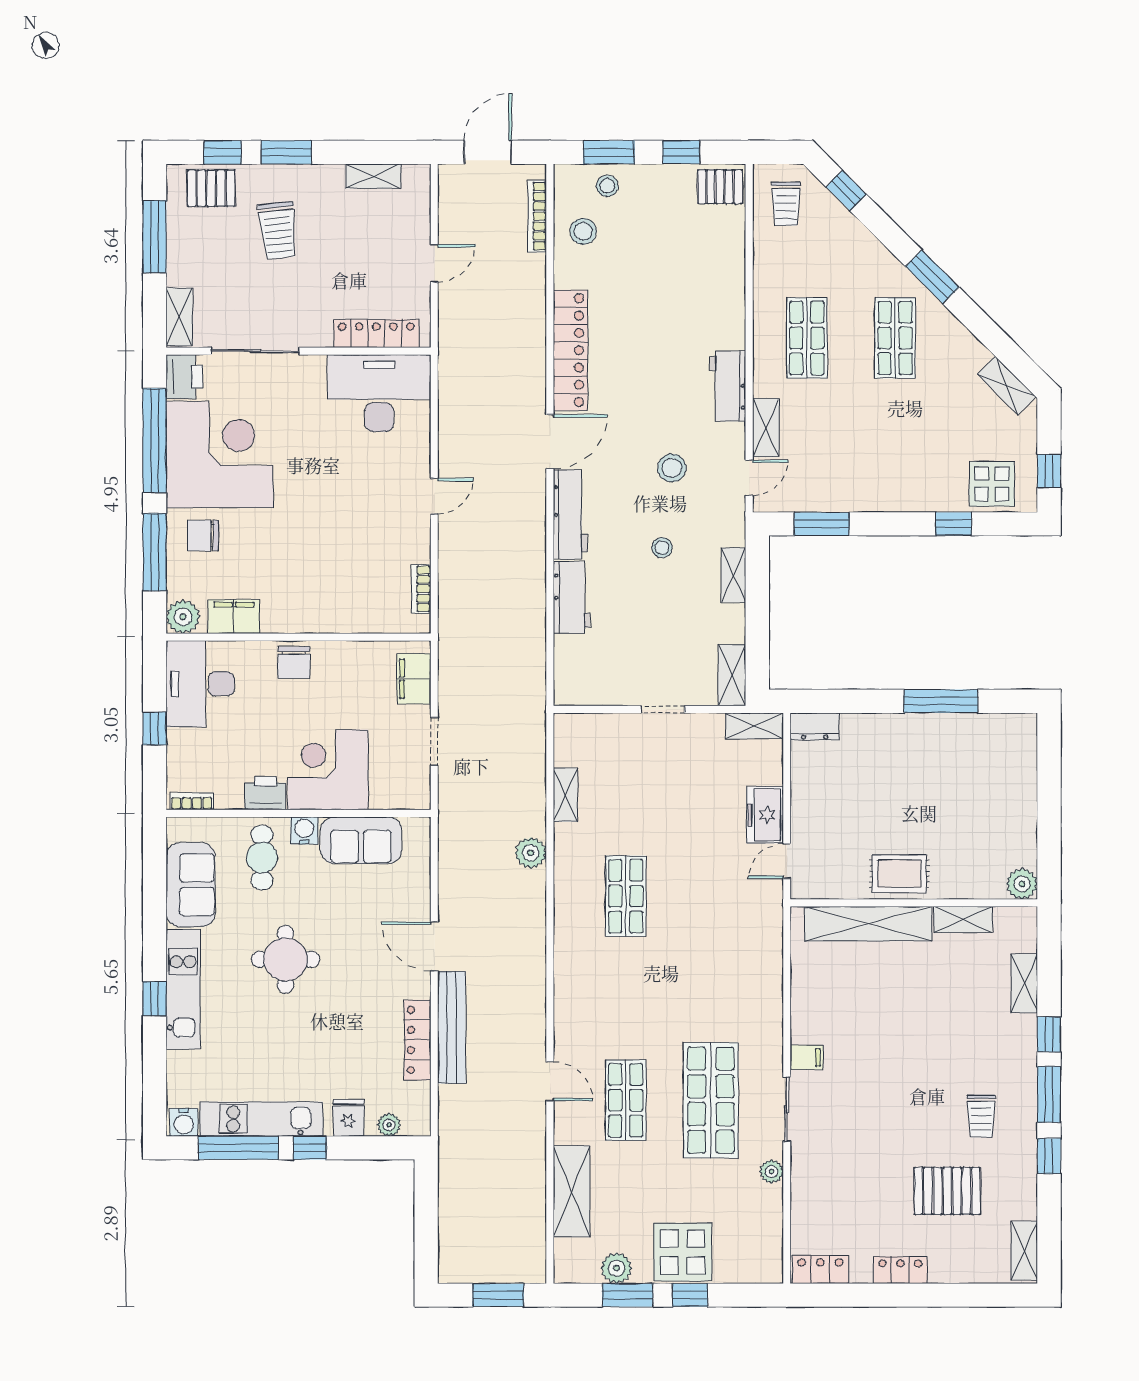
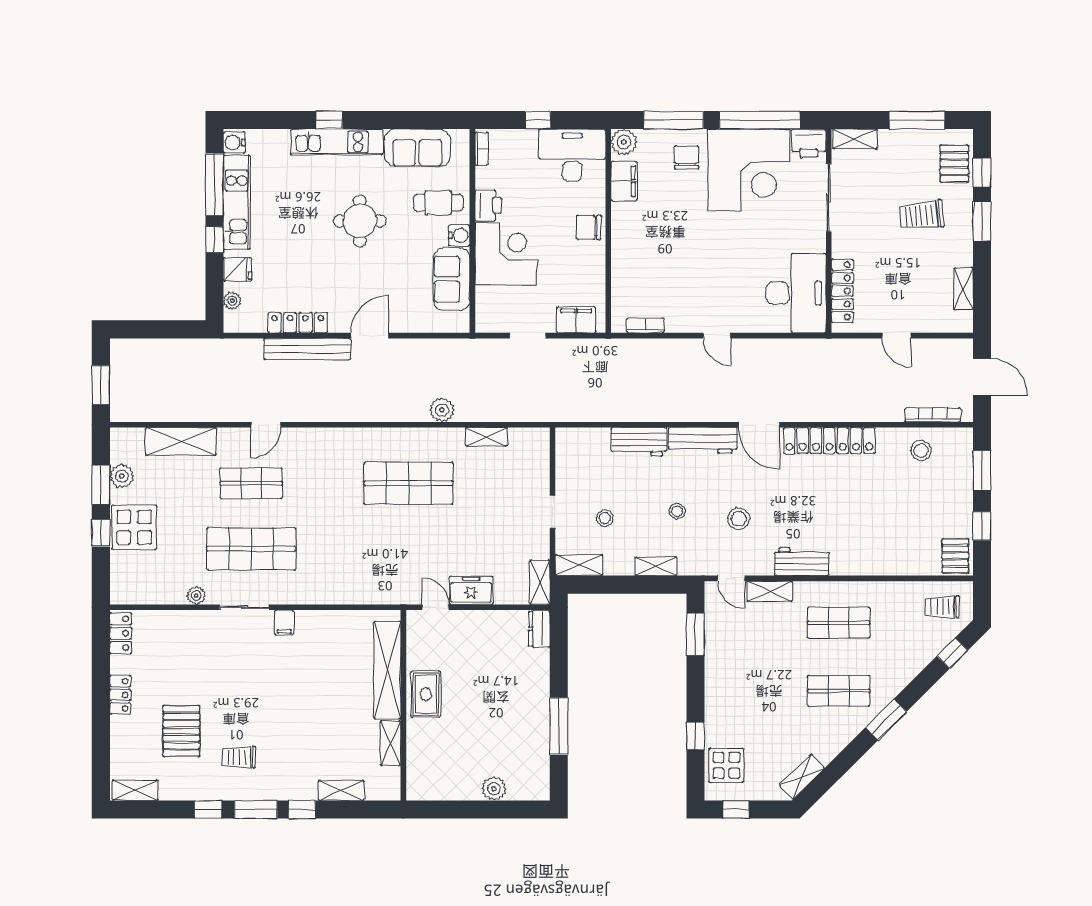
stool: (607, 186) -> (605, 518), moved
plant: (1022, 884) -> (494, 789), moved
shop shelf: (626, 896) -> (408, 483), width x1.43, depth x1.36

